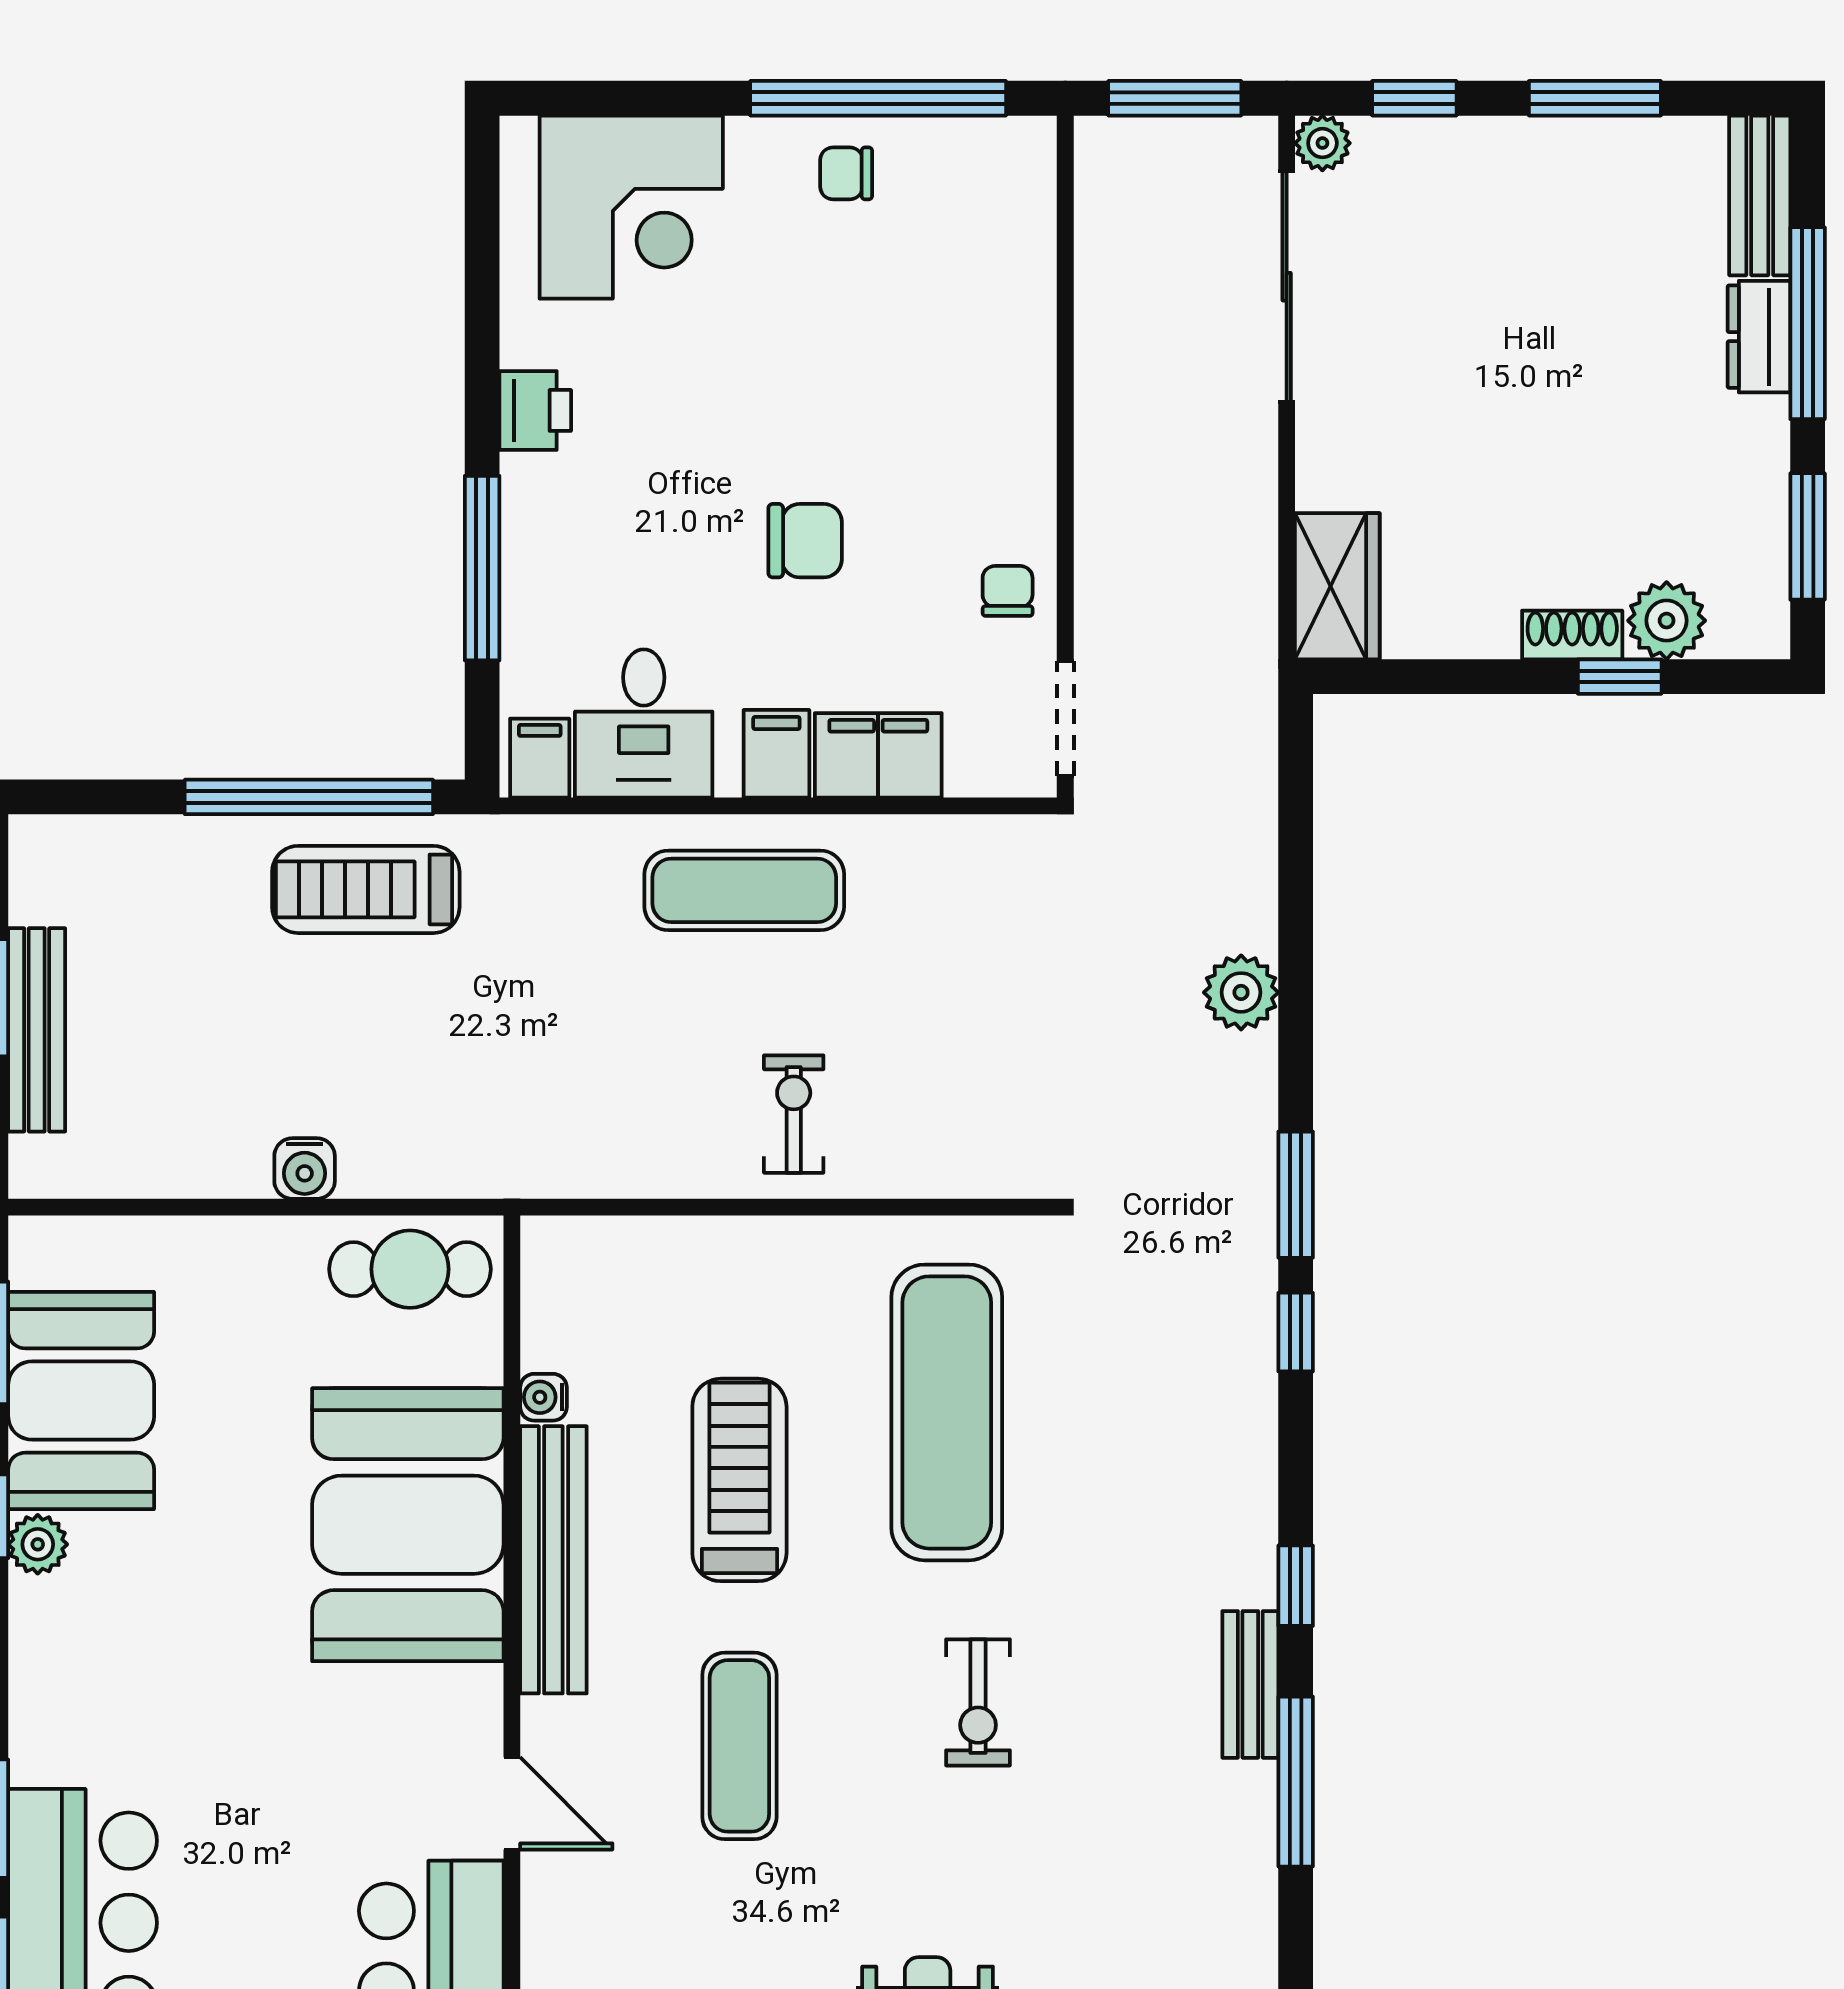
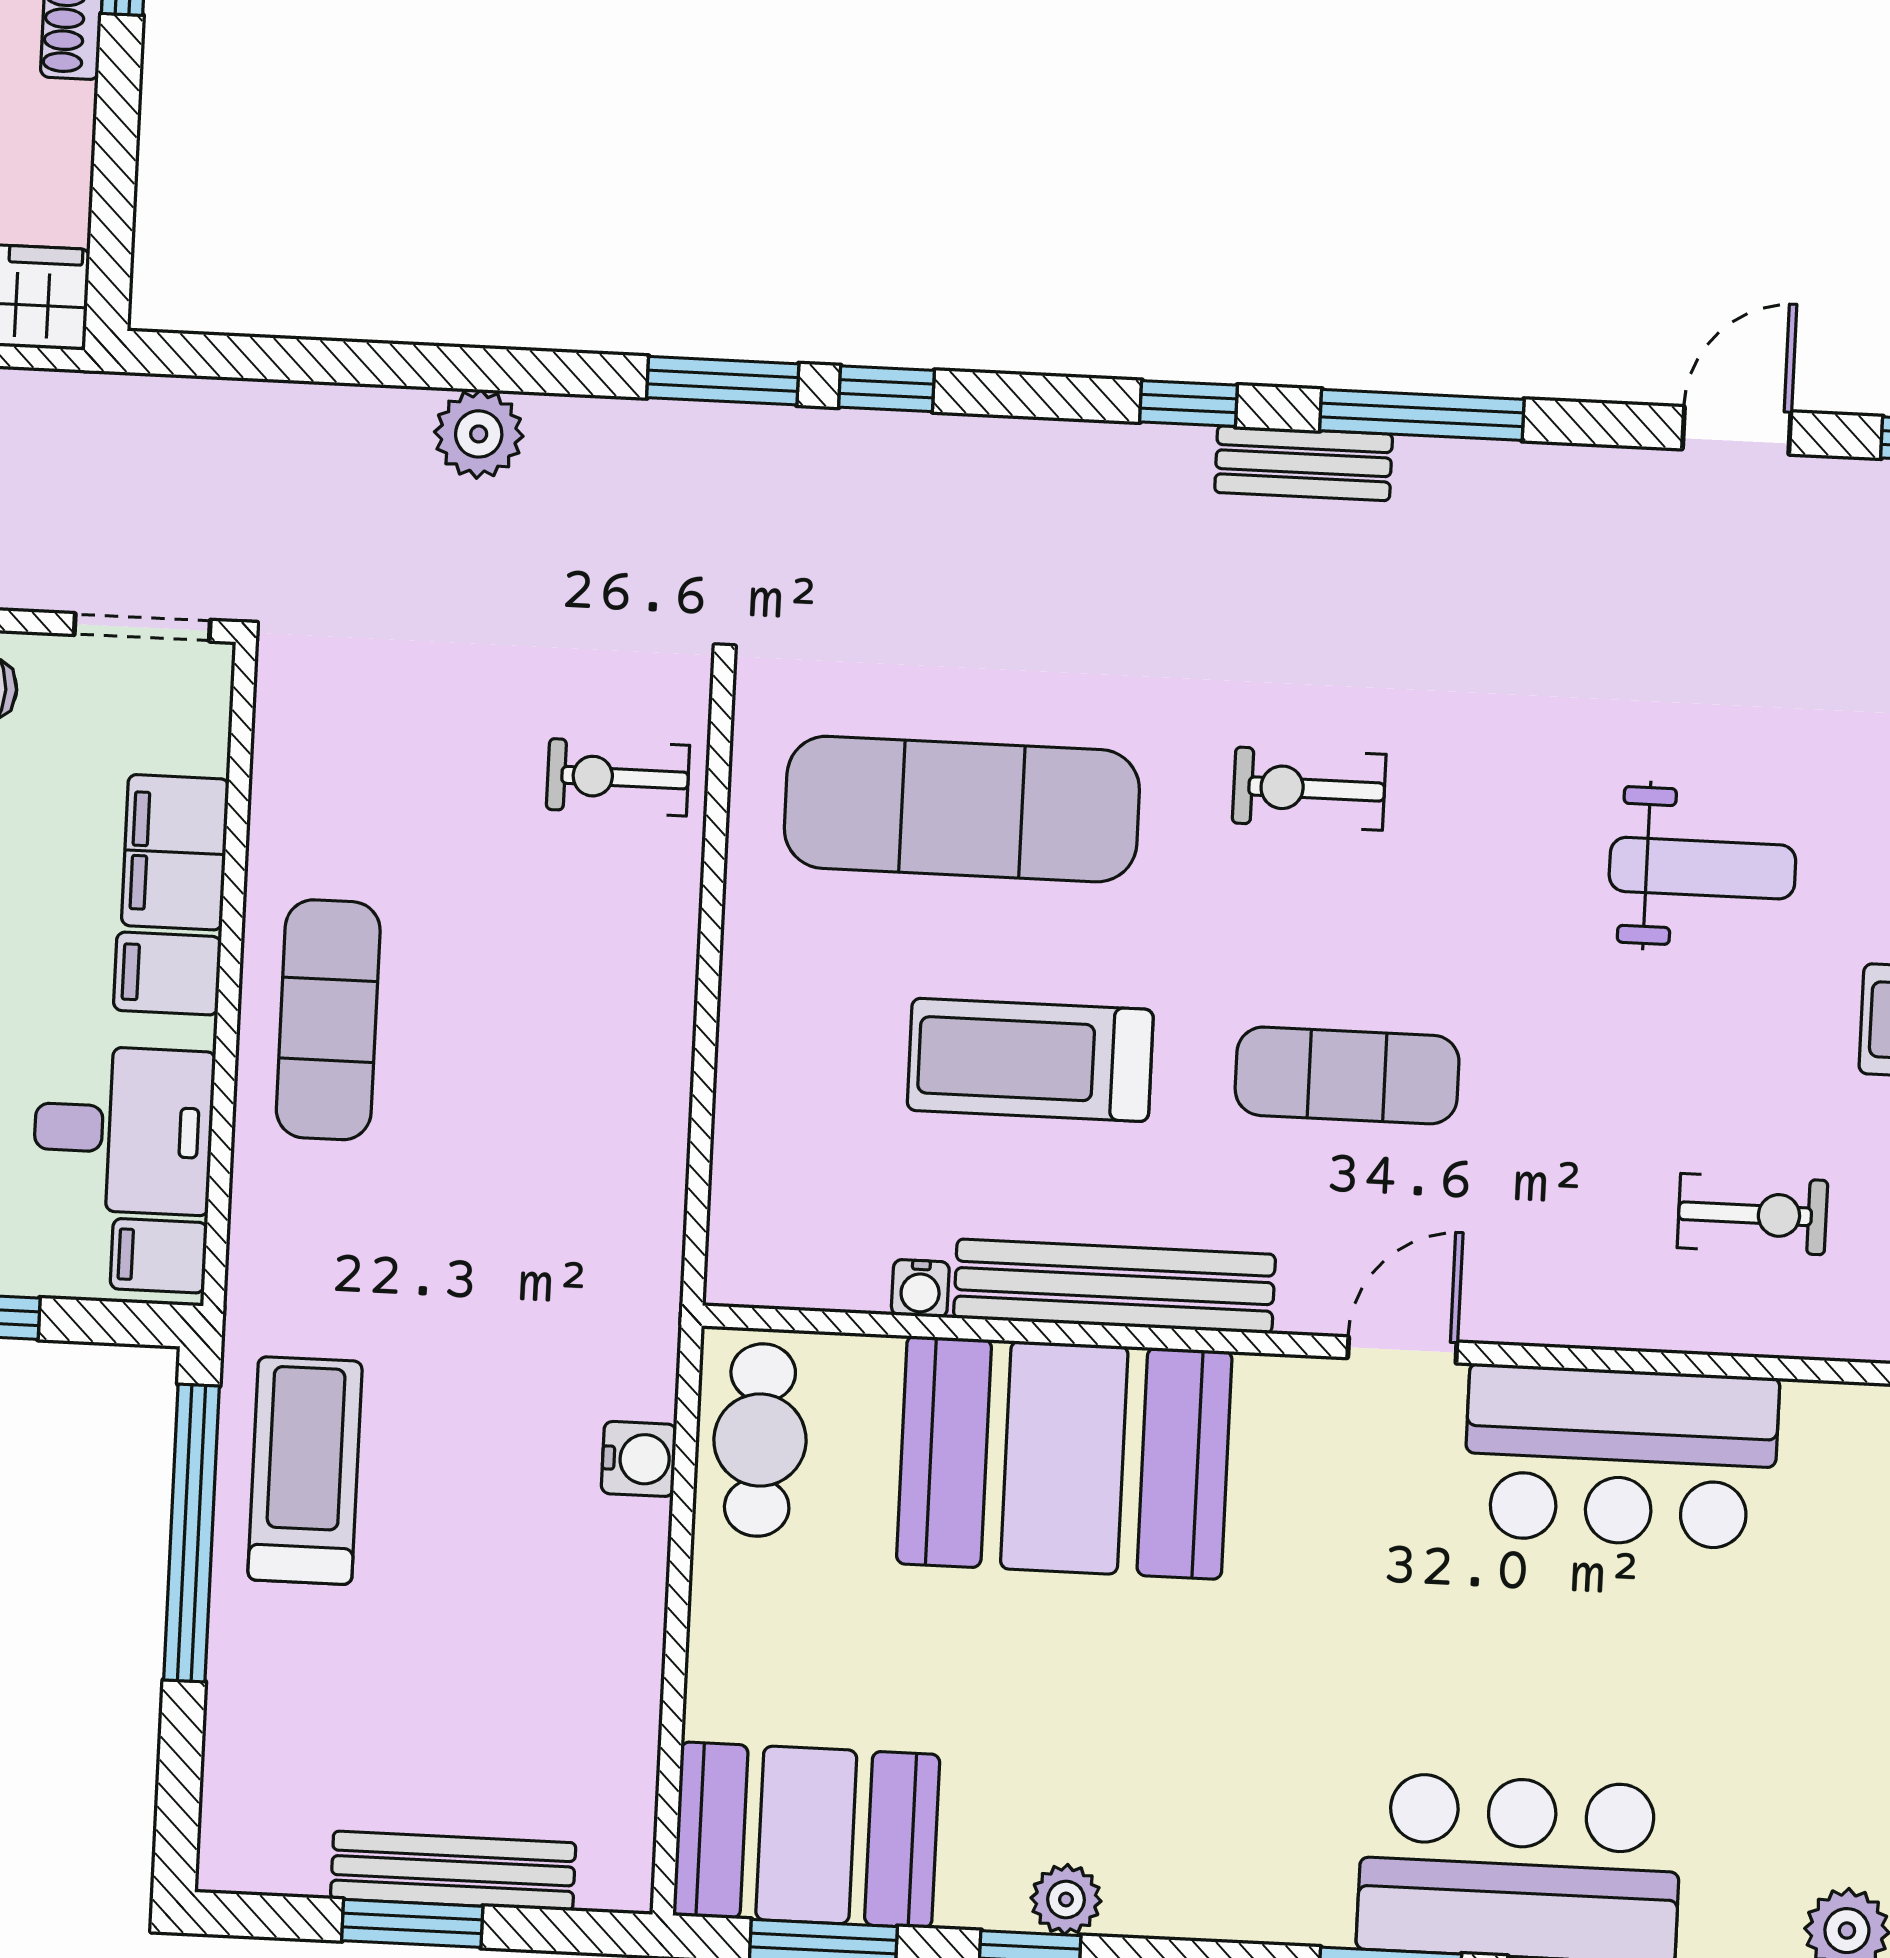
treadmill: (366, 889) -> (305, 1471), turned 180
exercise bike: (794, 1114) -> (618, 777), moved
water cooler: (305, 1169) -> (639, 1459), moved
booth: (81, 1401) -> (806, 1835), moved
exercise bike: (978, 1702) -> (1309, 789), turned 180

